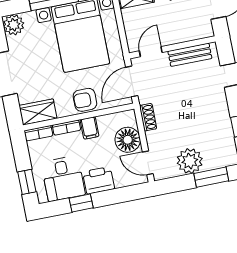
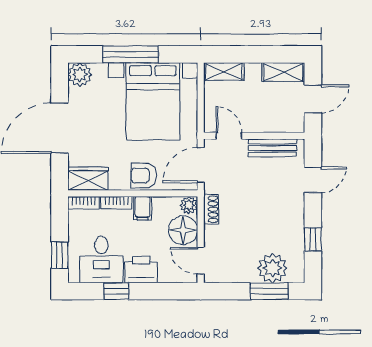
door: (151, 52) -> (229, 136), hinge flipped
plant: (128, 118) -> (189, 205), added
plant: (190, 161) -> (272, 268), moved

